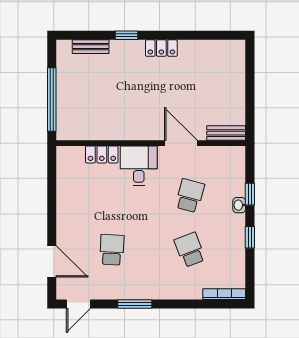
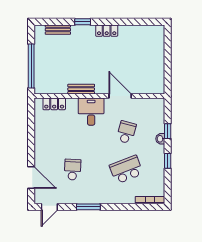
bench: (226, 133) -> (81, 89), moved
locker: (102, 154) -> (54, 104), moved
school desk: (190, 250) -> (126, 170), width x1.85

